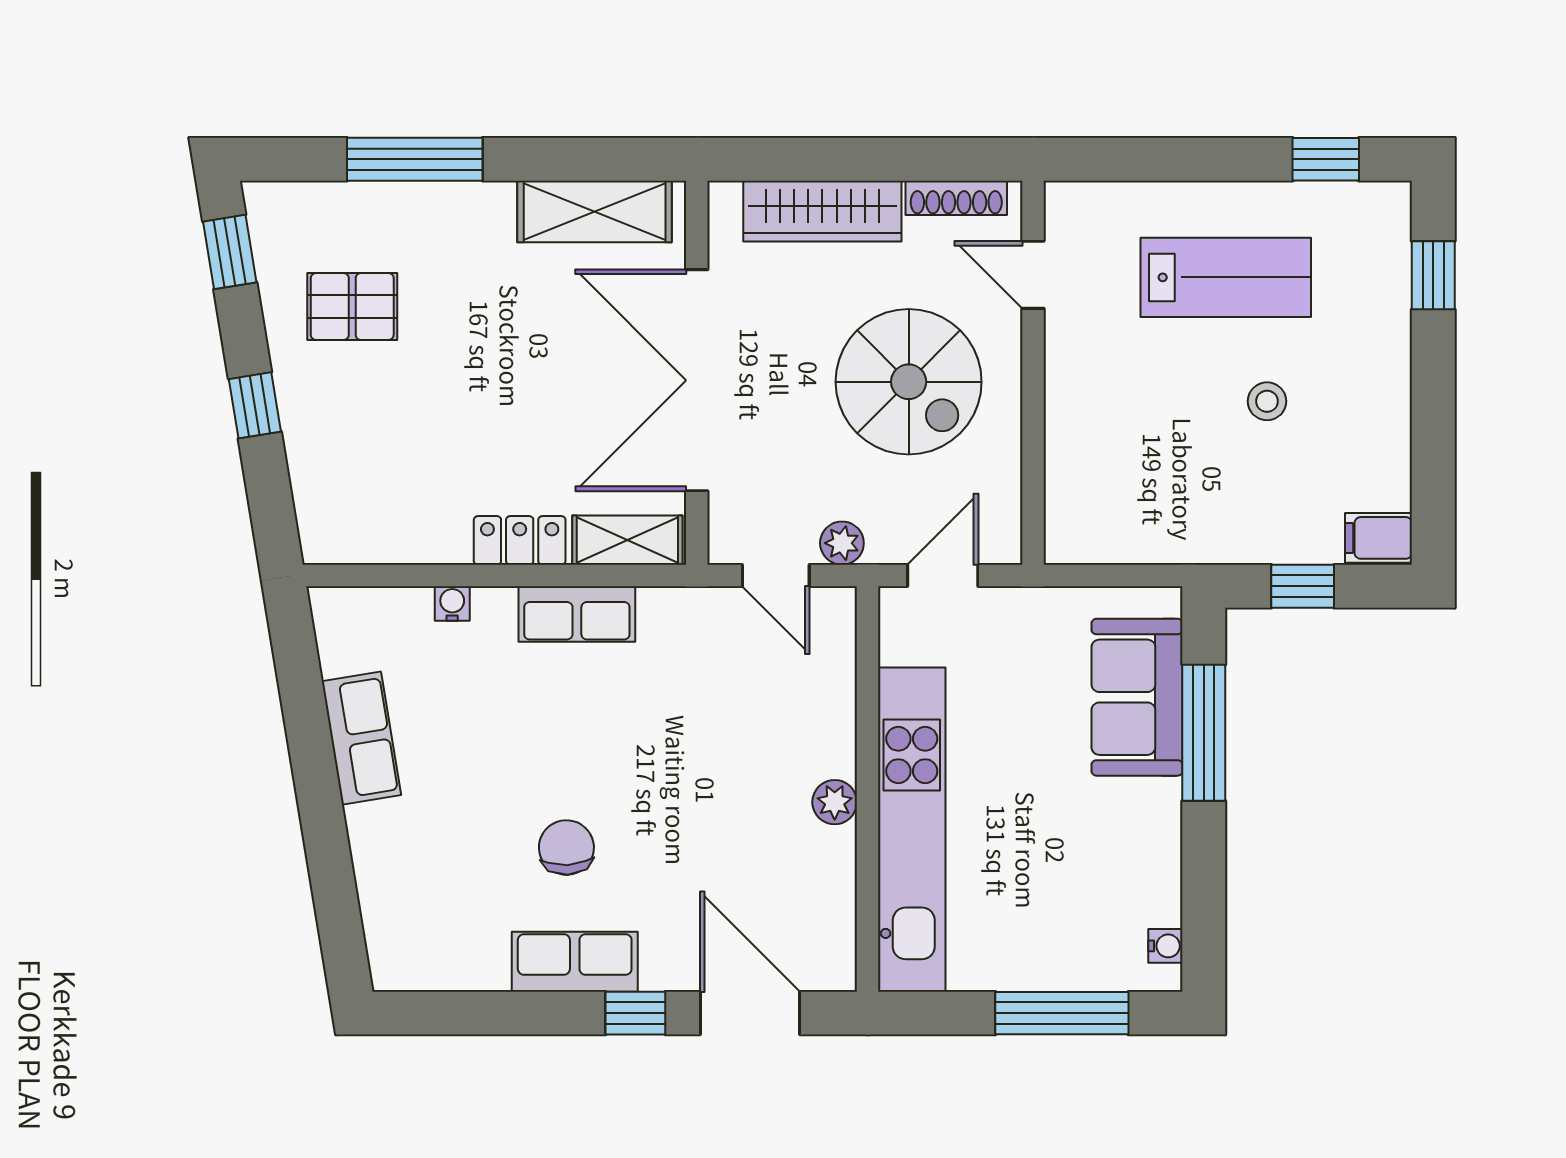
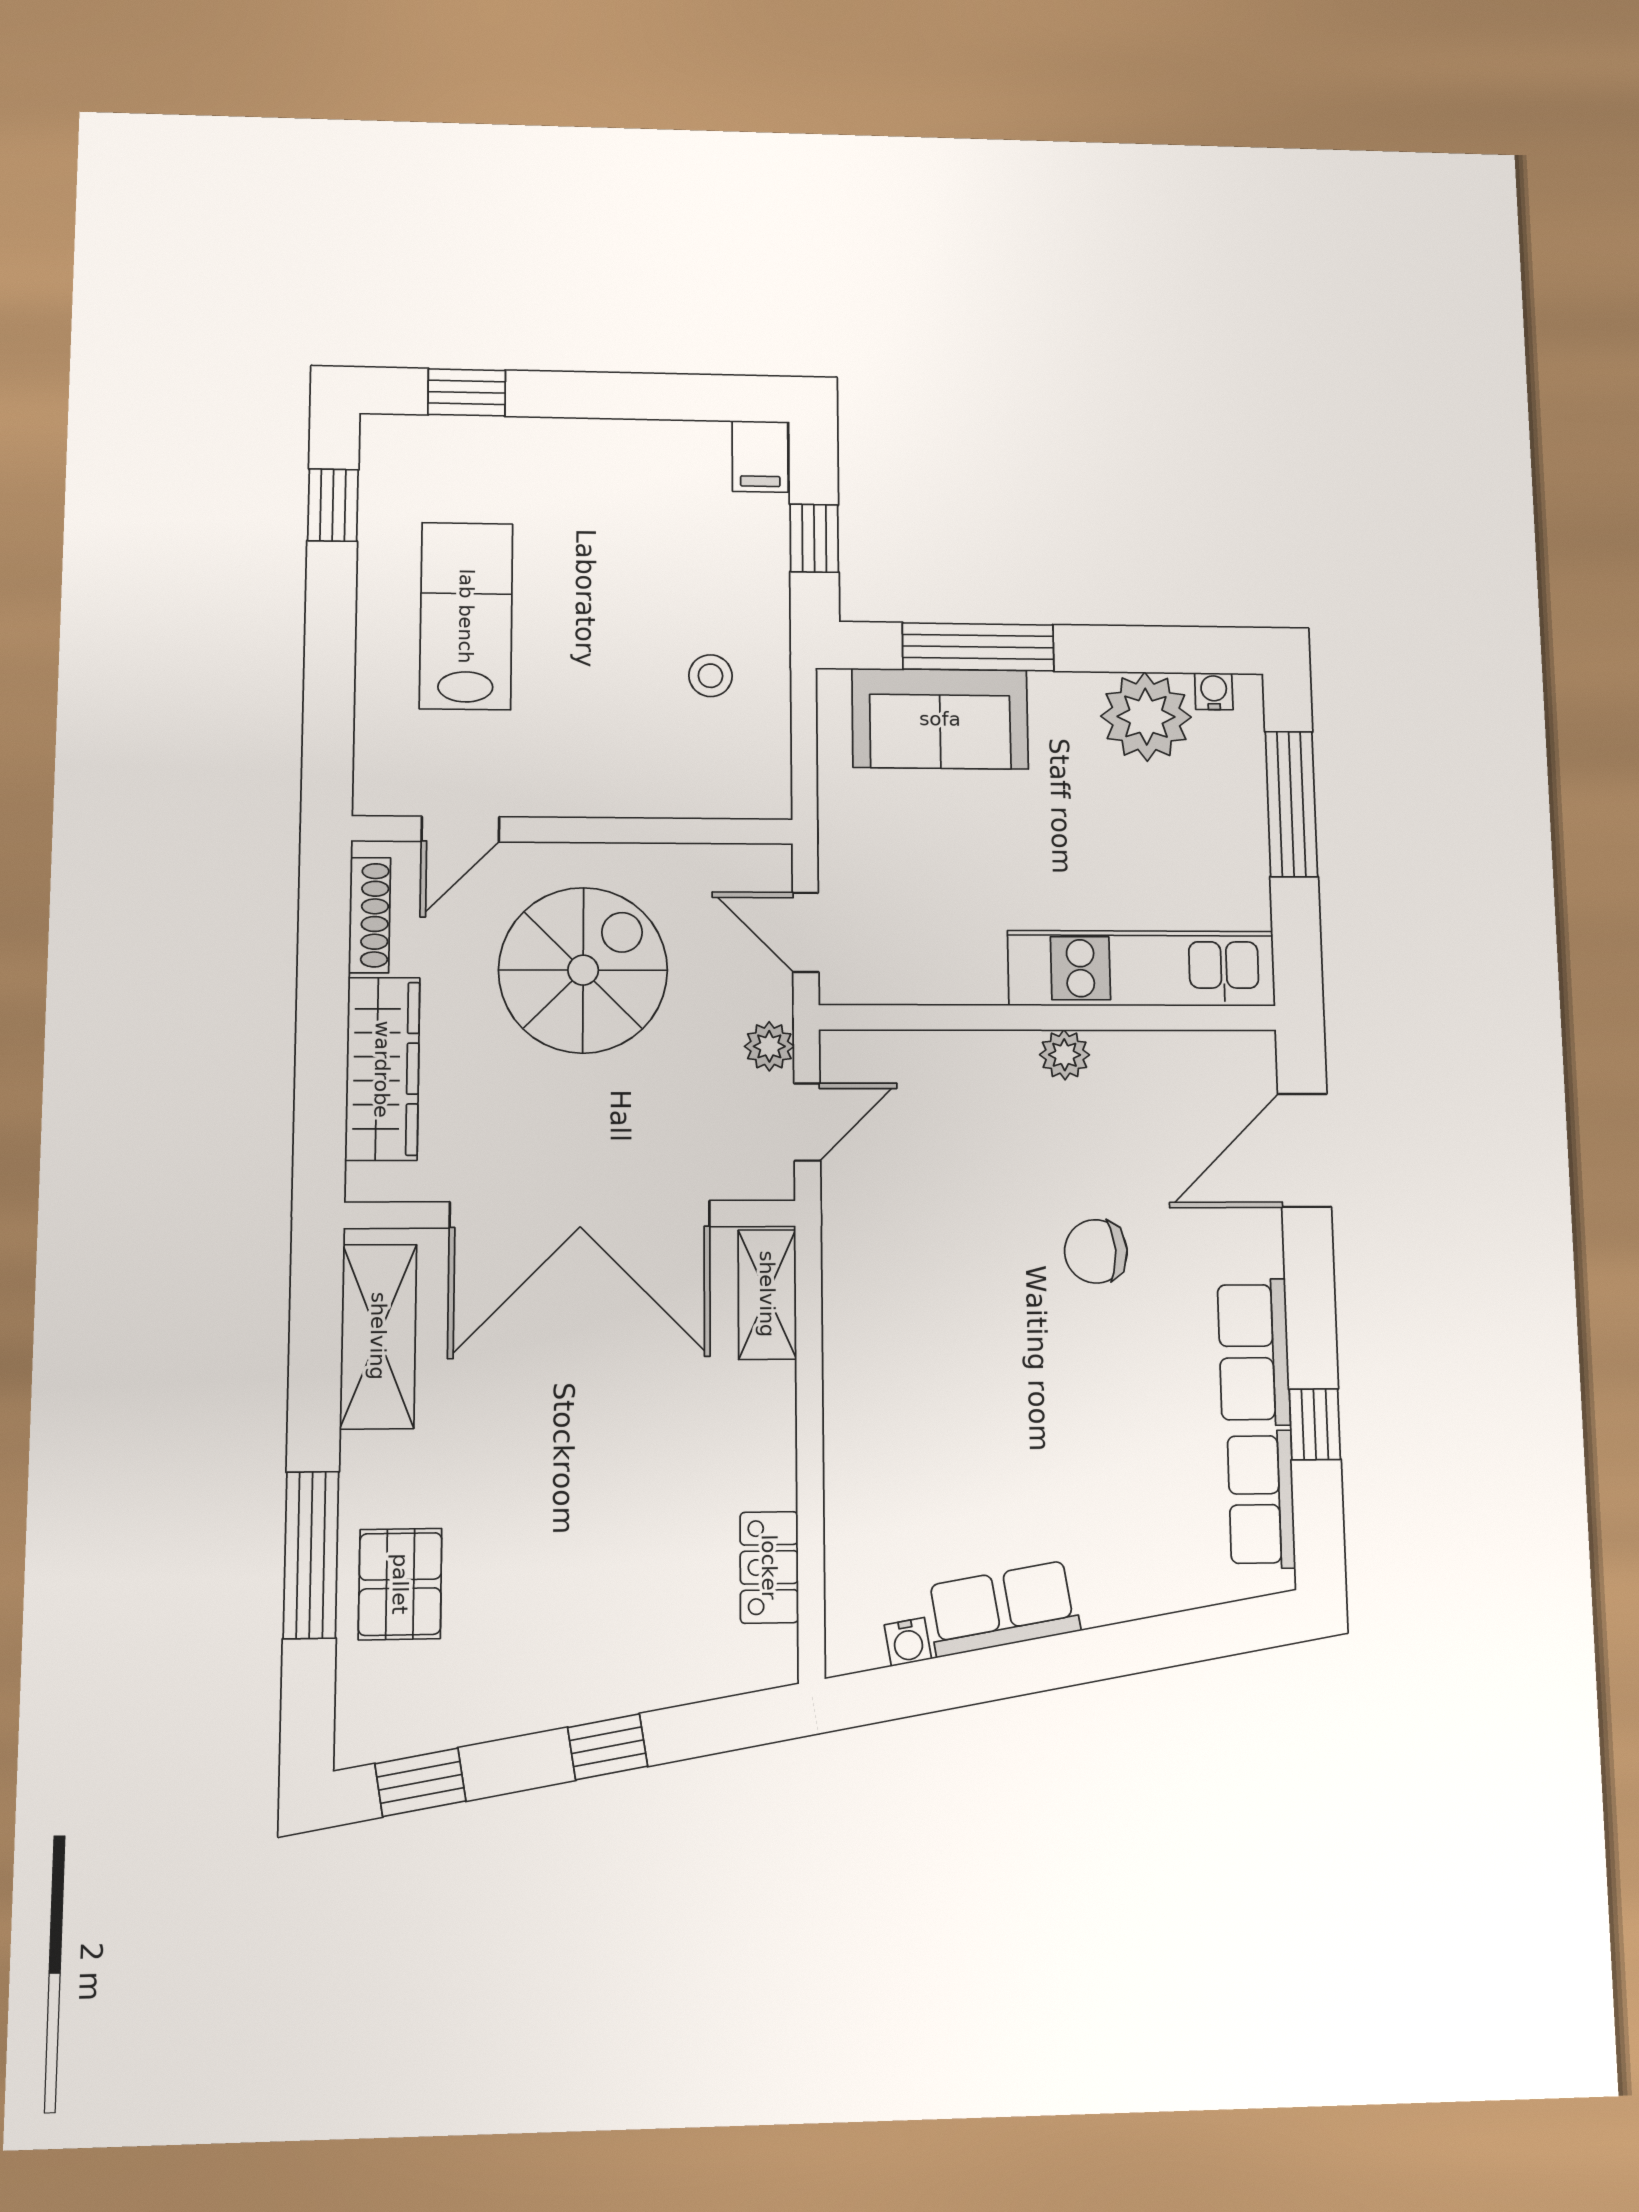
pallet: (352, 307) -> (400, 1584), moved
stool: (1267, 401) -> (710, 676), moved
locker: (520, 540) -> (769, 1567), moved
water cooler: (452, 604) -> (908, 1642), moved, turned -99
row of seats: (577, 614) -> (1261, 1499), moved, turned 180
kitchen unit: (912, 830) -> (1142, 968), width x0.73
chair: (566, 848) -> (1096, 1251), moved
plant: (1141, 883) -> (1146, 717), added
window: (635, 1013) -> (1315, 1424), moved

